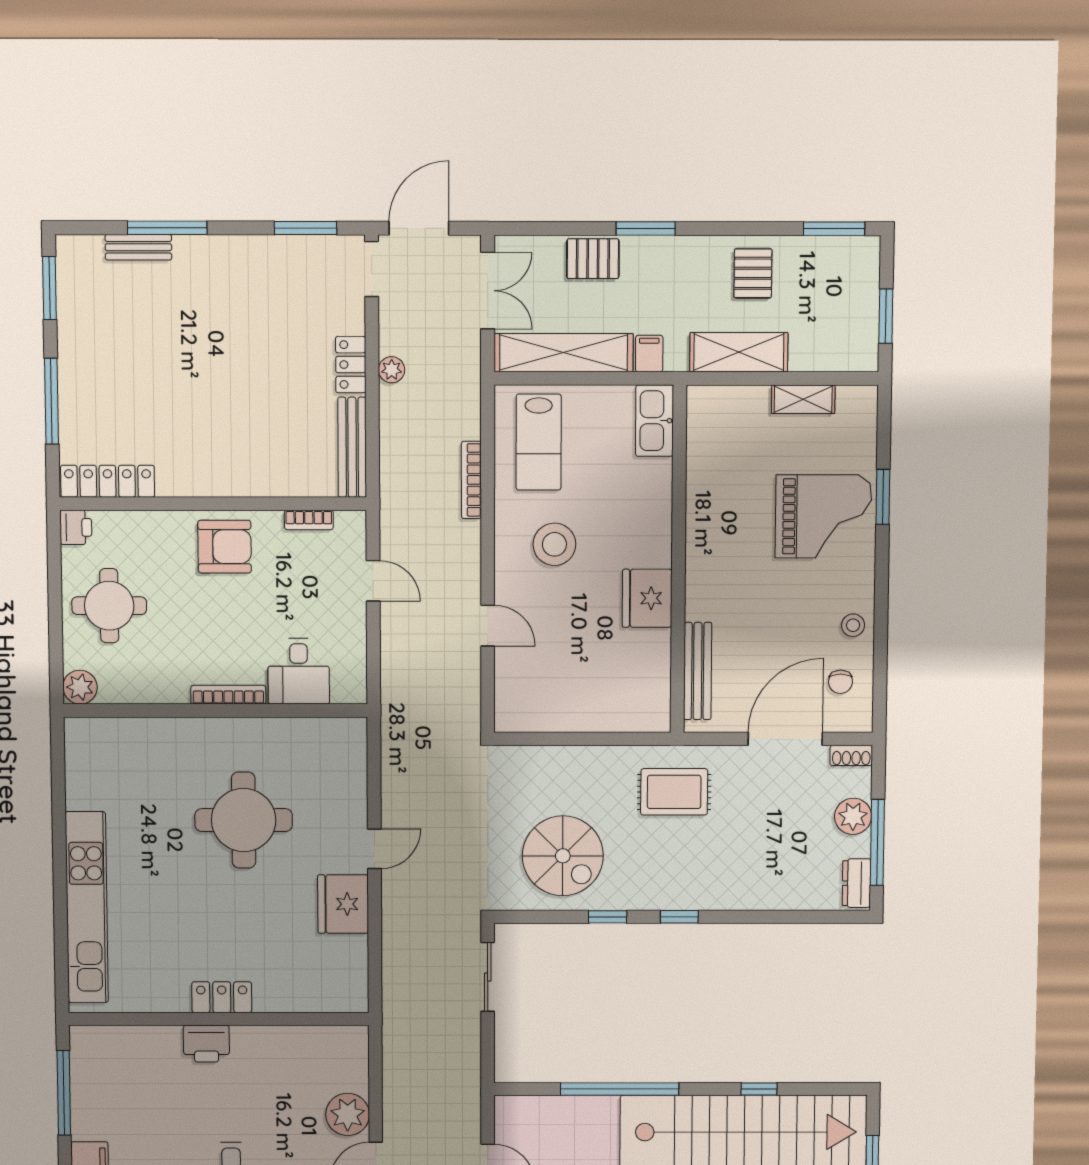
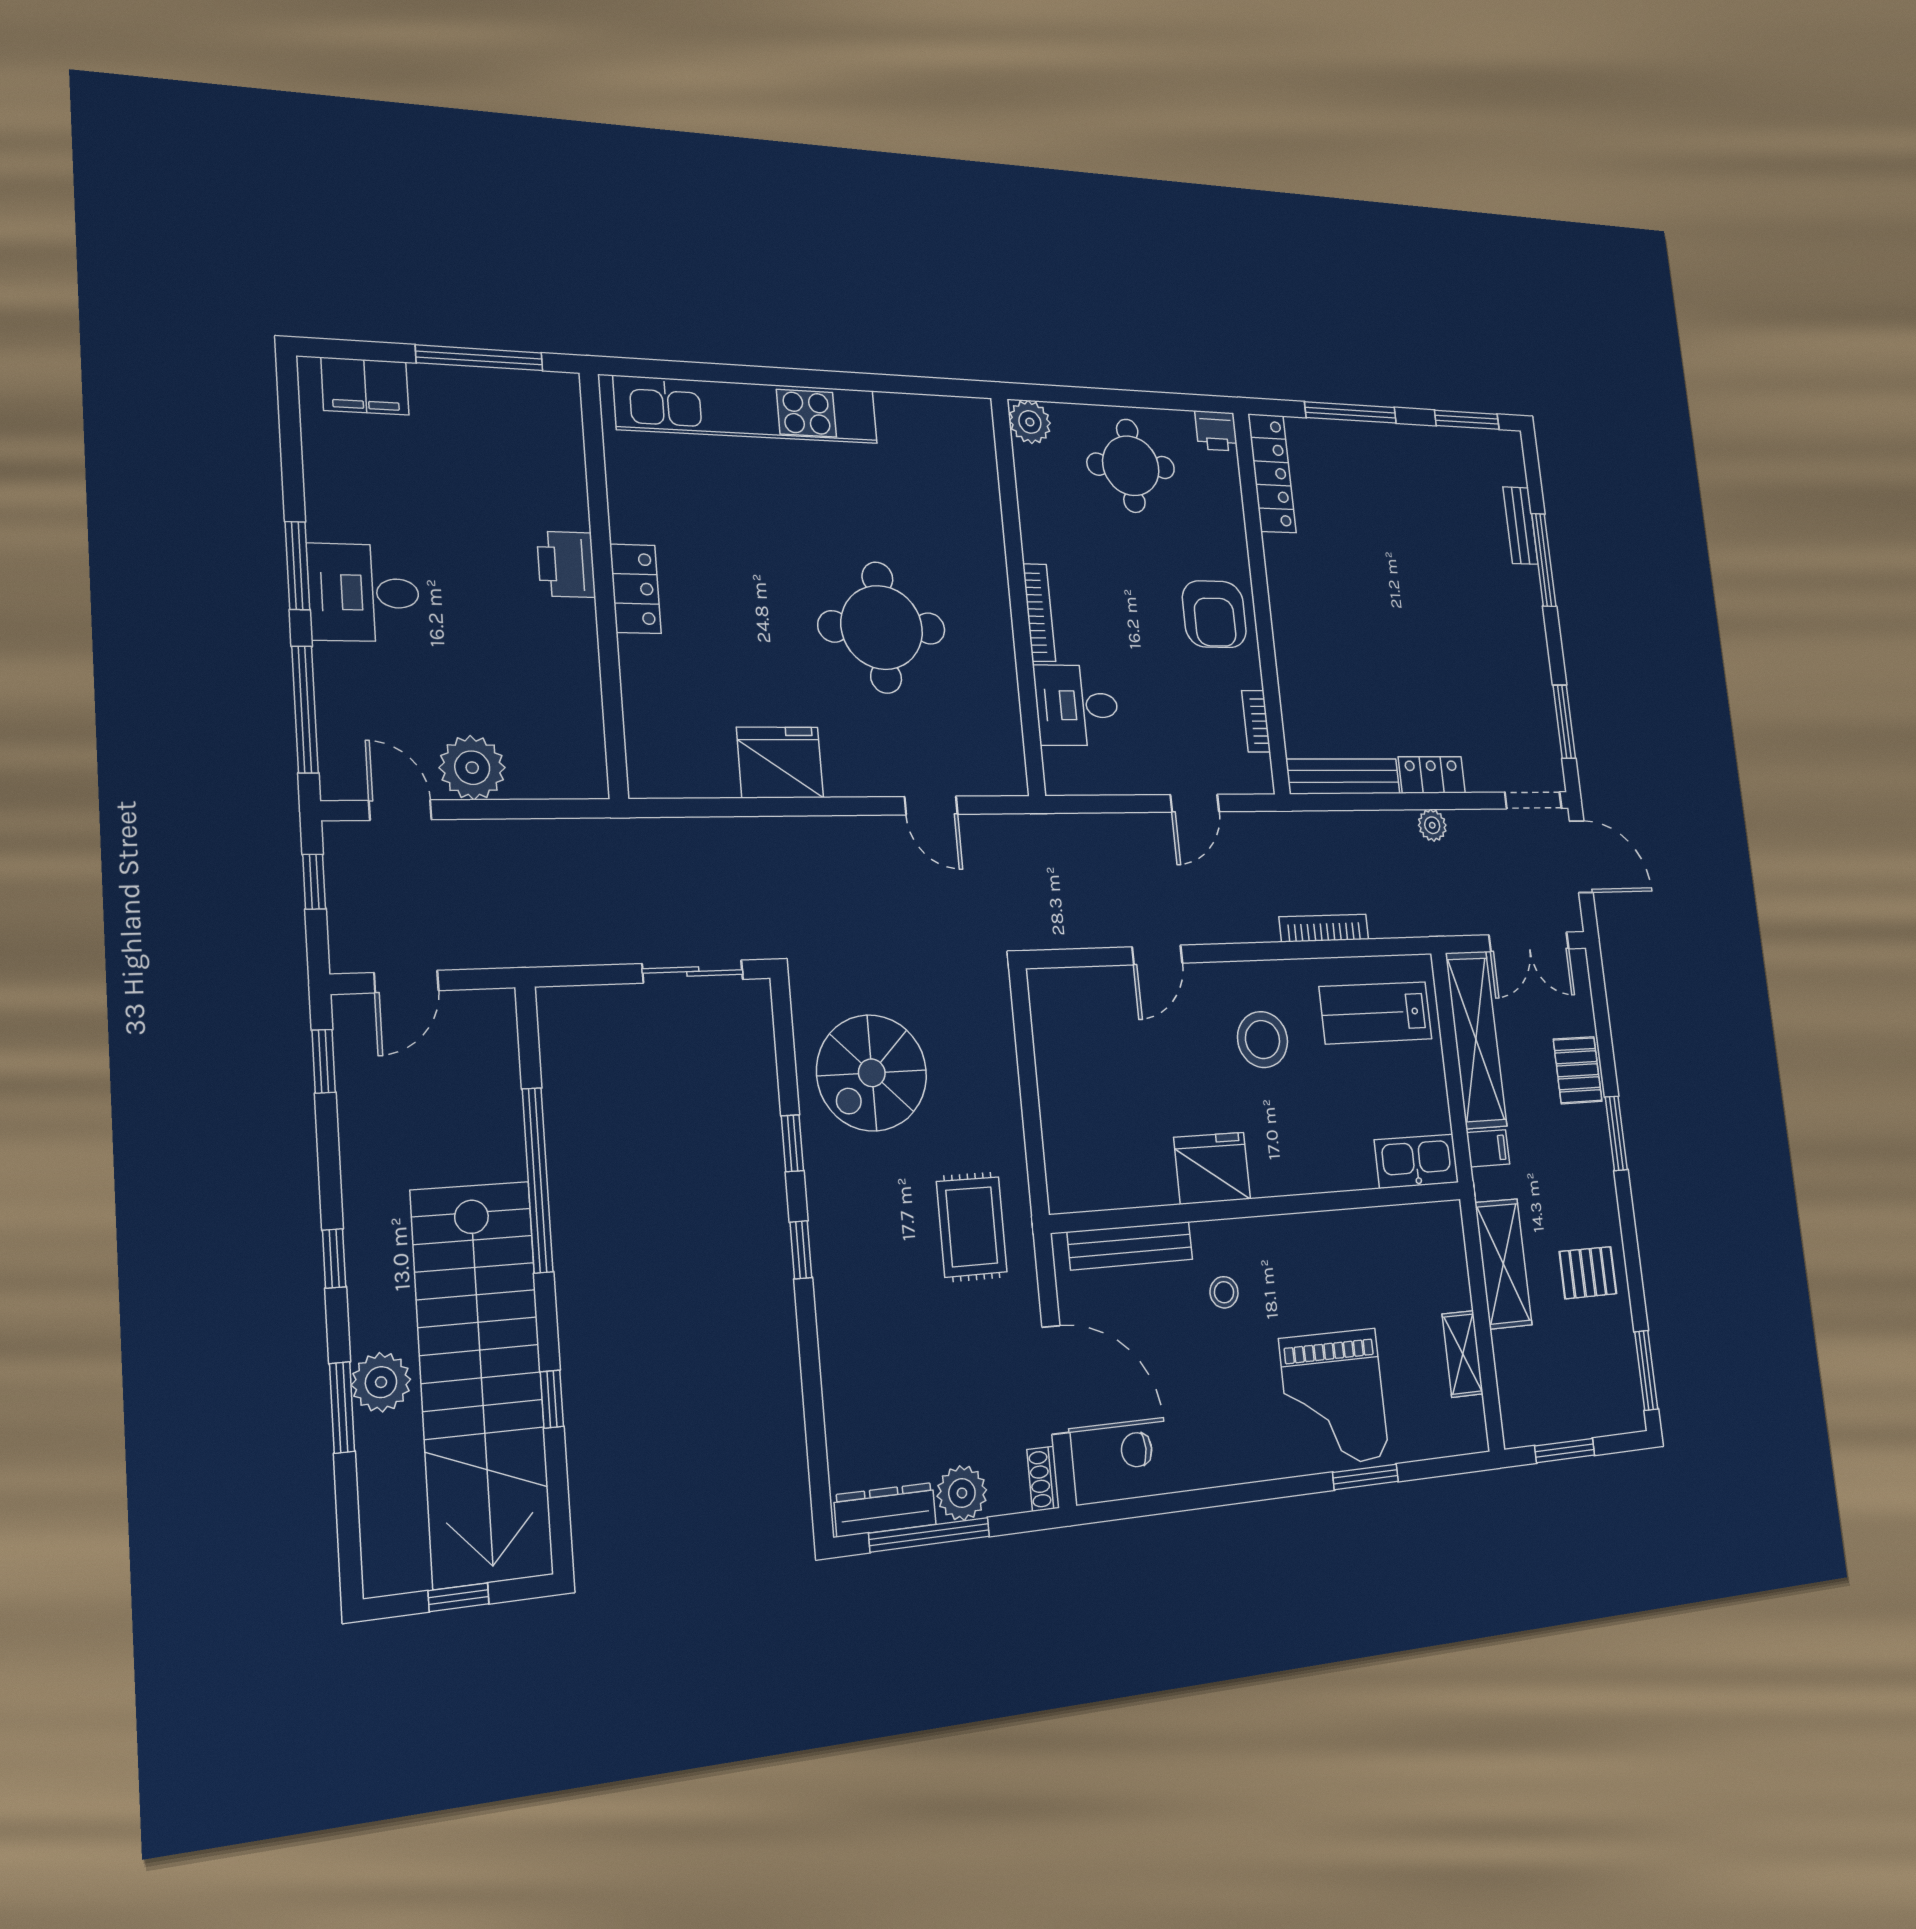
stool: (853, 625) -> (1224, 1292), moved
door: (374, 849) -> (931, 805), moved
dresser: (857, 883) -> (885, 1510), width x1.44

